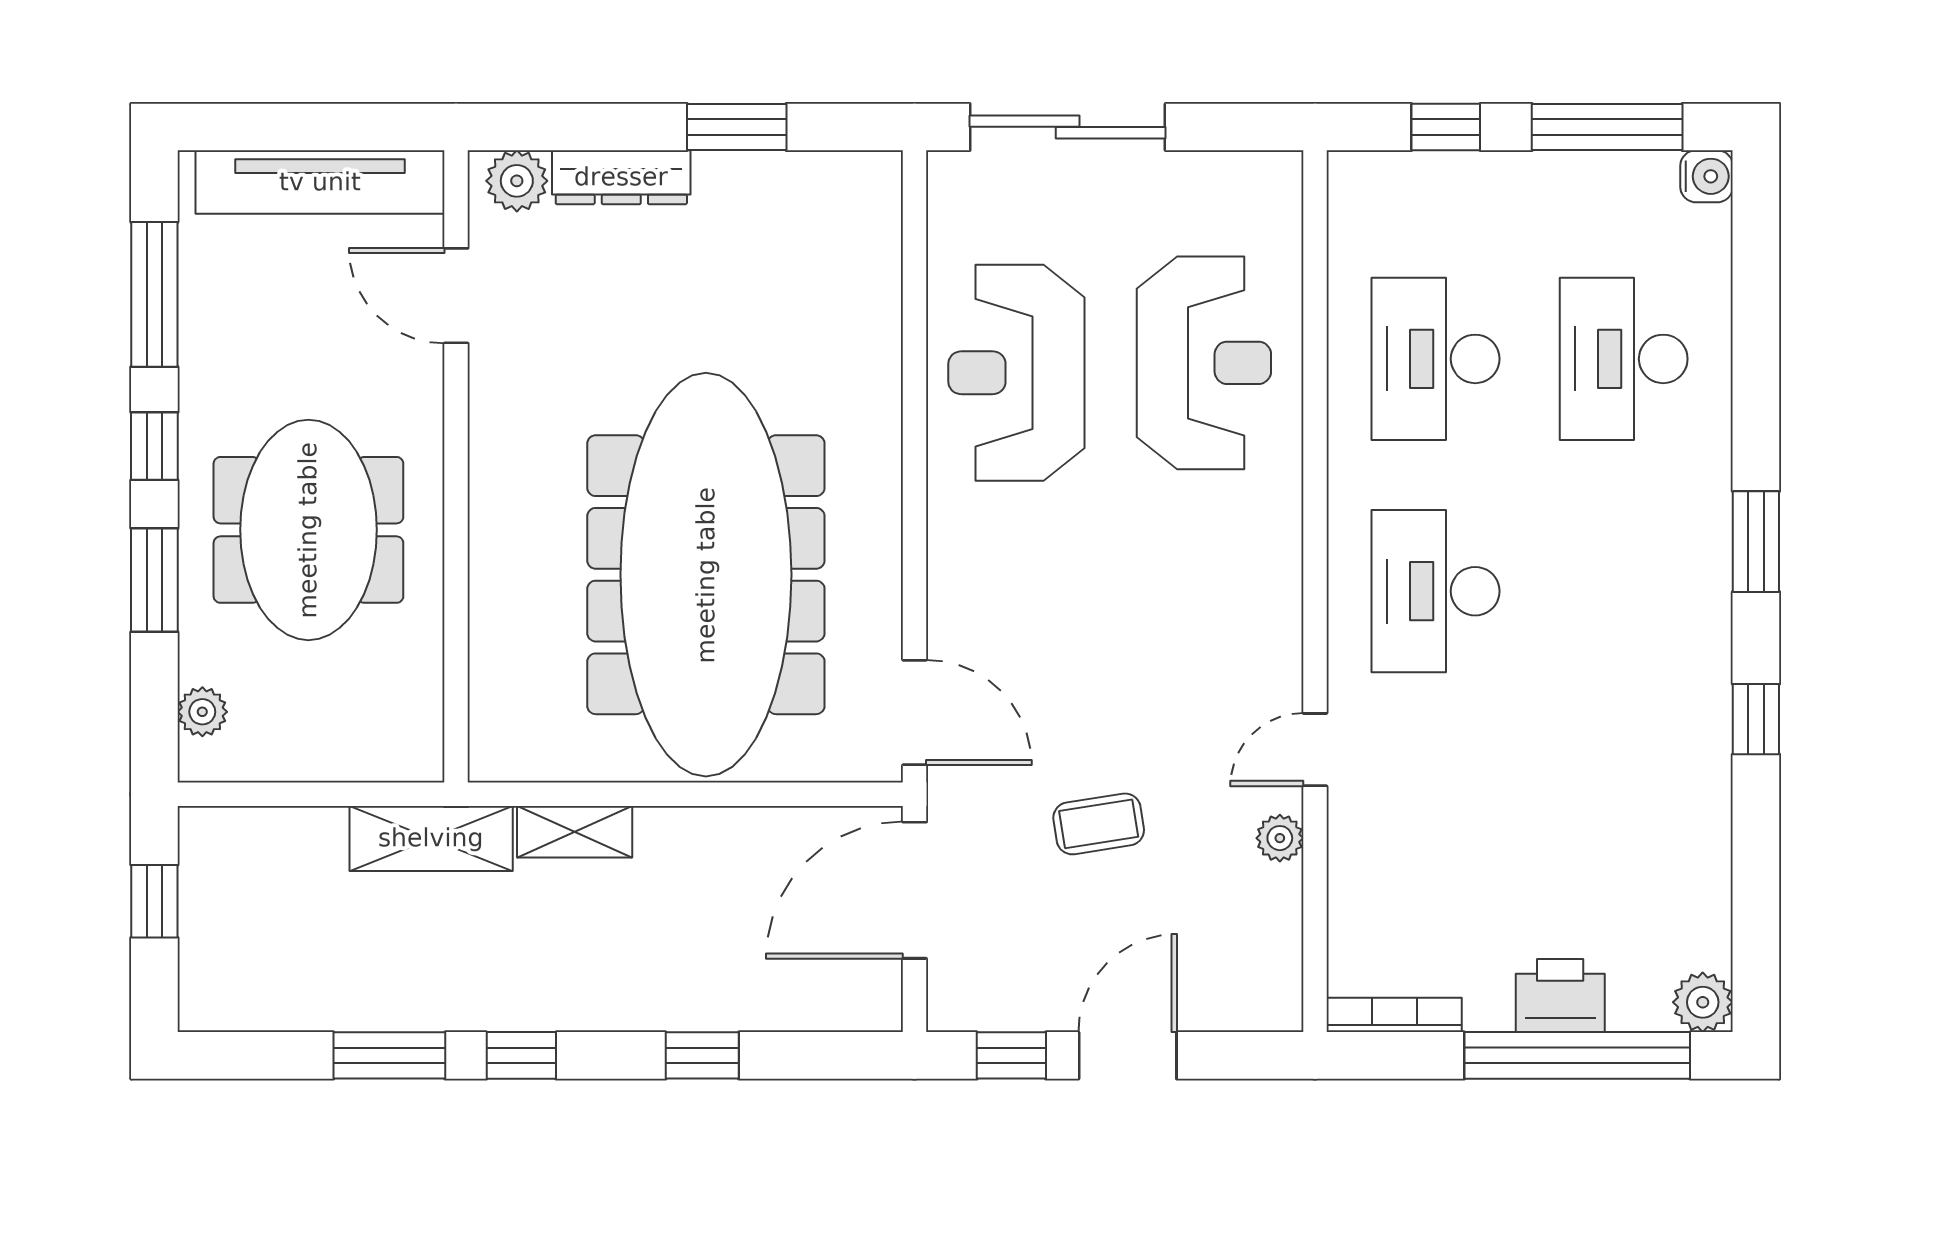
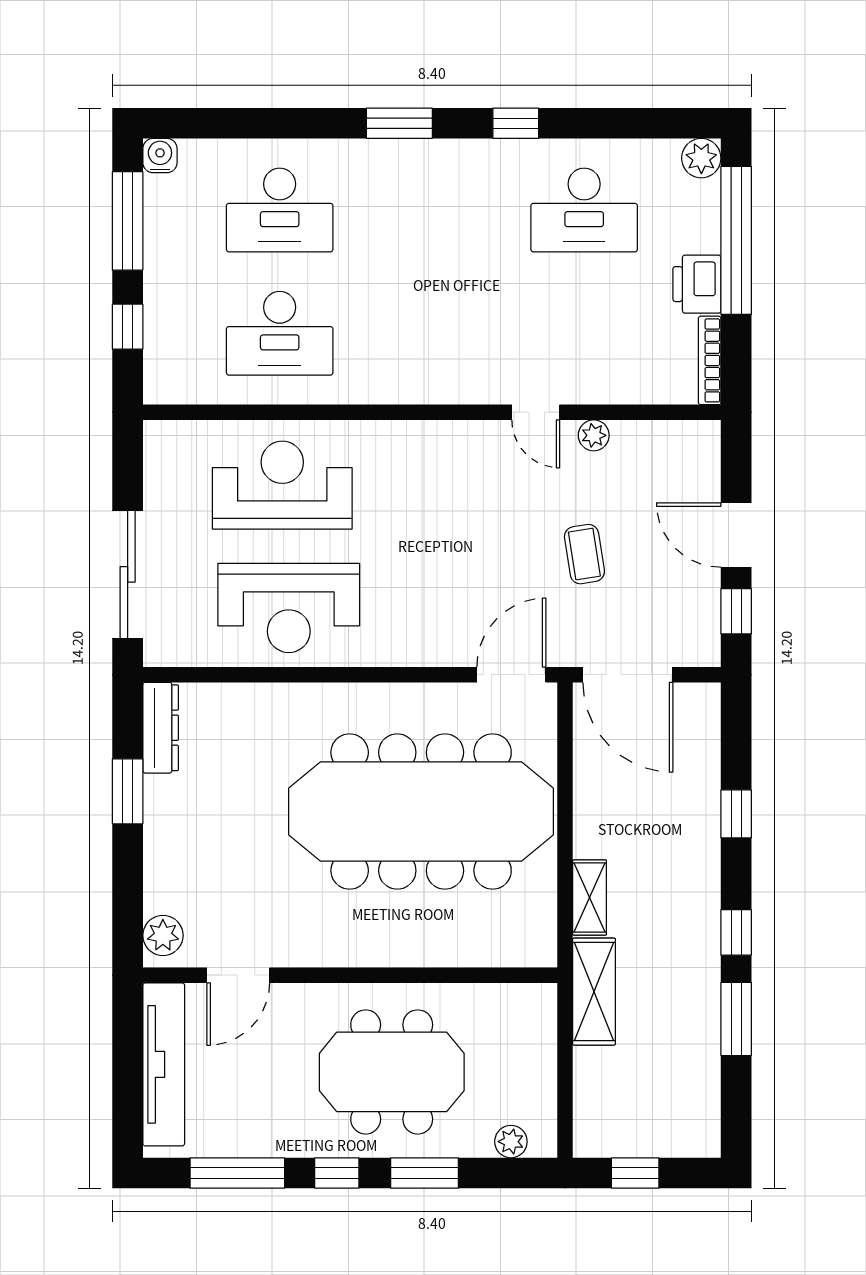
dresser: (621, 177) -> (161, 728), moved
desk: (1436, 591) -> (584, 210), moved
printer: (1560, 996) -> (697, 284), moved

